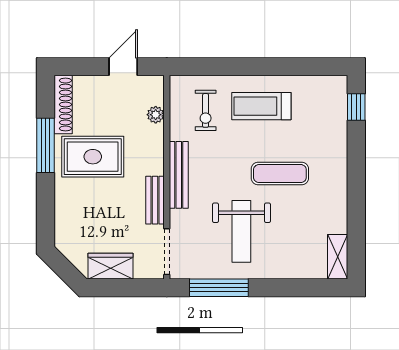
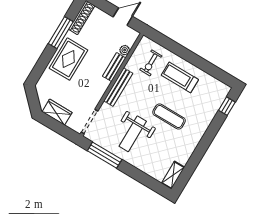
rug: (93, 157) -> (68, 59), moved, turned 90
bench: (155, 200) -> (114, 67), moved

